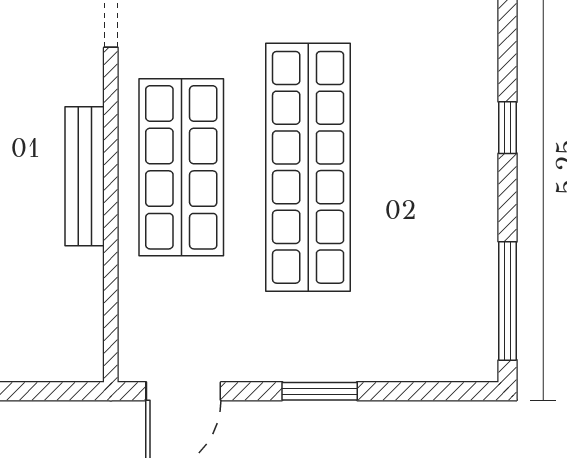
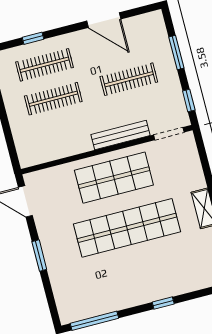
bench: (85, 176) -> (120, 135), moved

